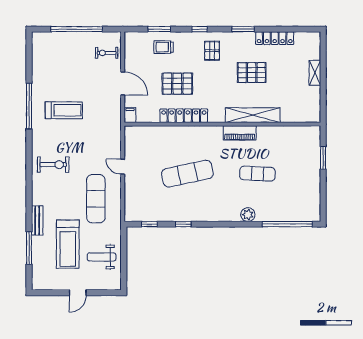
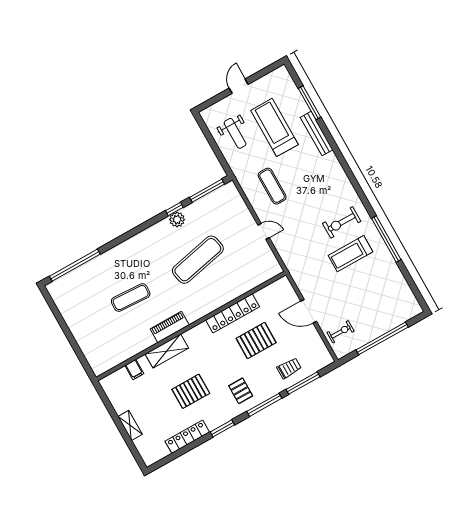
window: (159, 29) -> (303, 383), width x1.44
window: (199, 29) -> (264, 405), width x2.17
filing cabinet: (130, 115) -> (134, 370), moved
shelving: (253, 115) -> (167, 351), width x0.68
window: (323, 158) -> (76, 348), removed
exercise bike: (53, 165) -> (342, 222), moved
exercise mat: (96, 199) -> (272, 186), width x0.73, depth x0.69
plant: (248, 215) -> (177, 220), moved
bench: (37, 220) -> (317, 134), width x1.36
window: (149, 224) -> (207, 191), width x2.17
weight bench: (102, 257) -> (235, 133), turned 90

